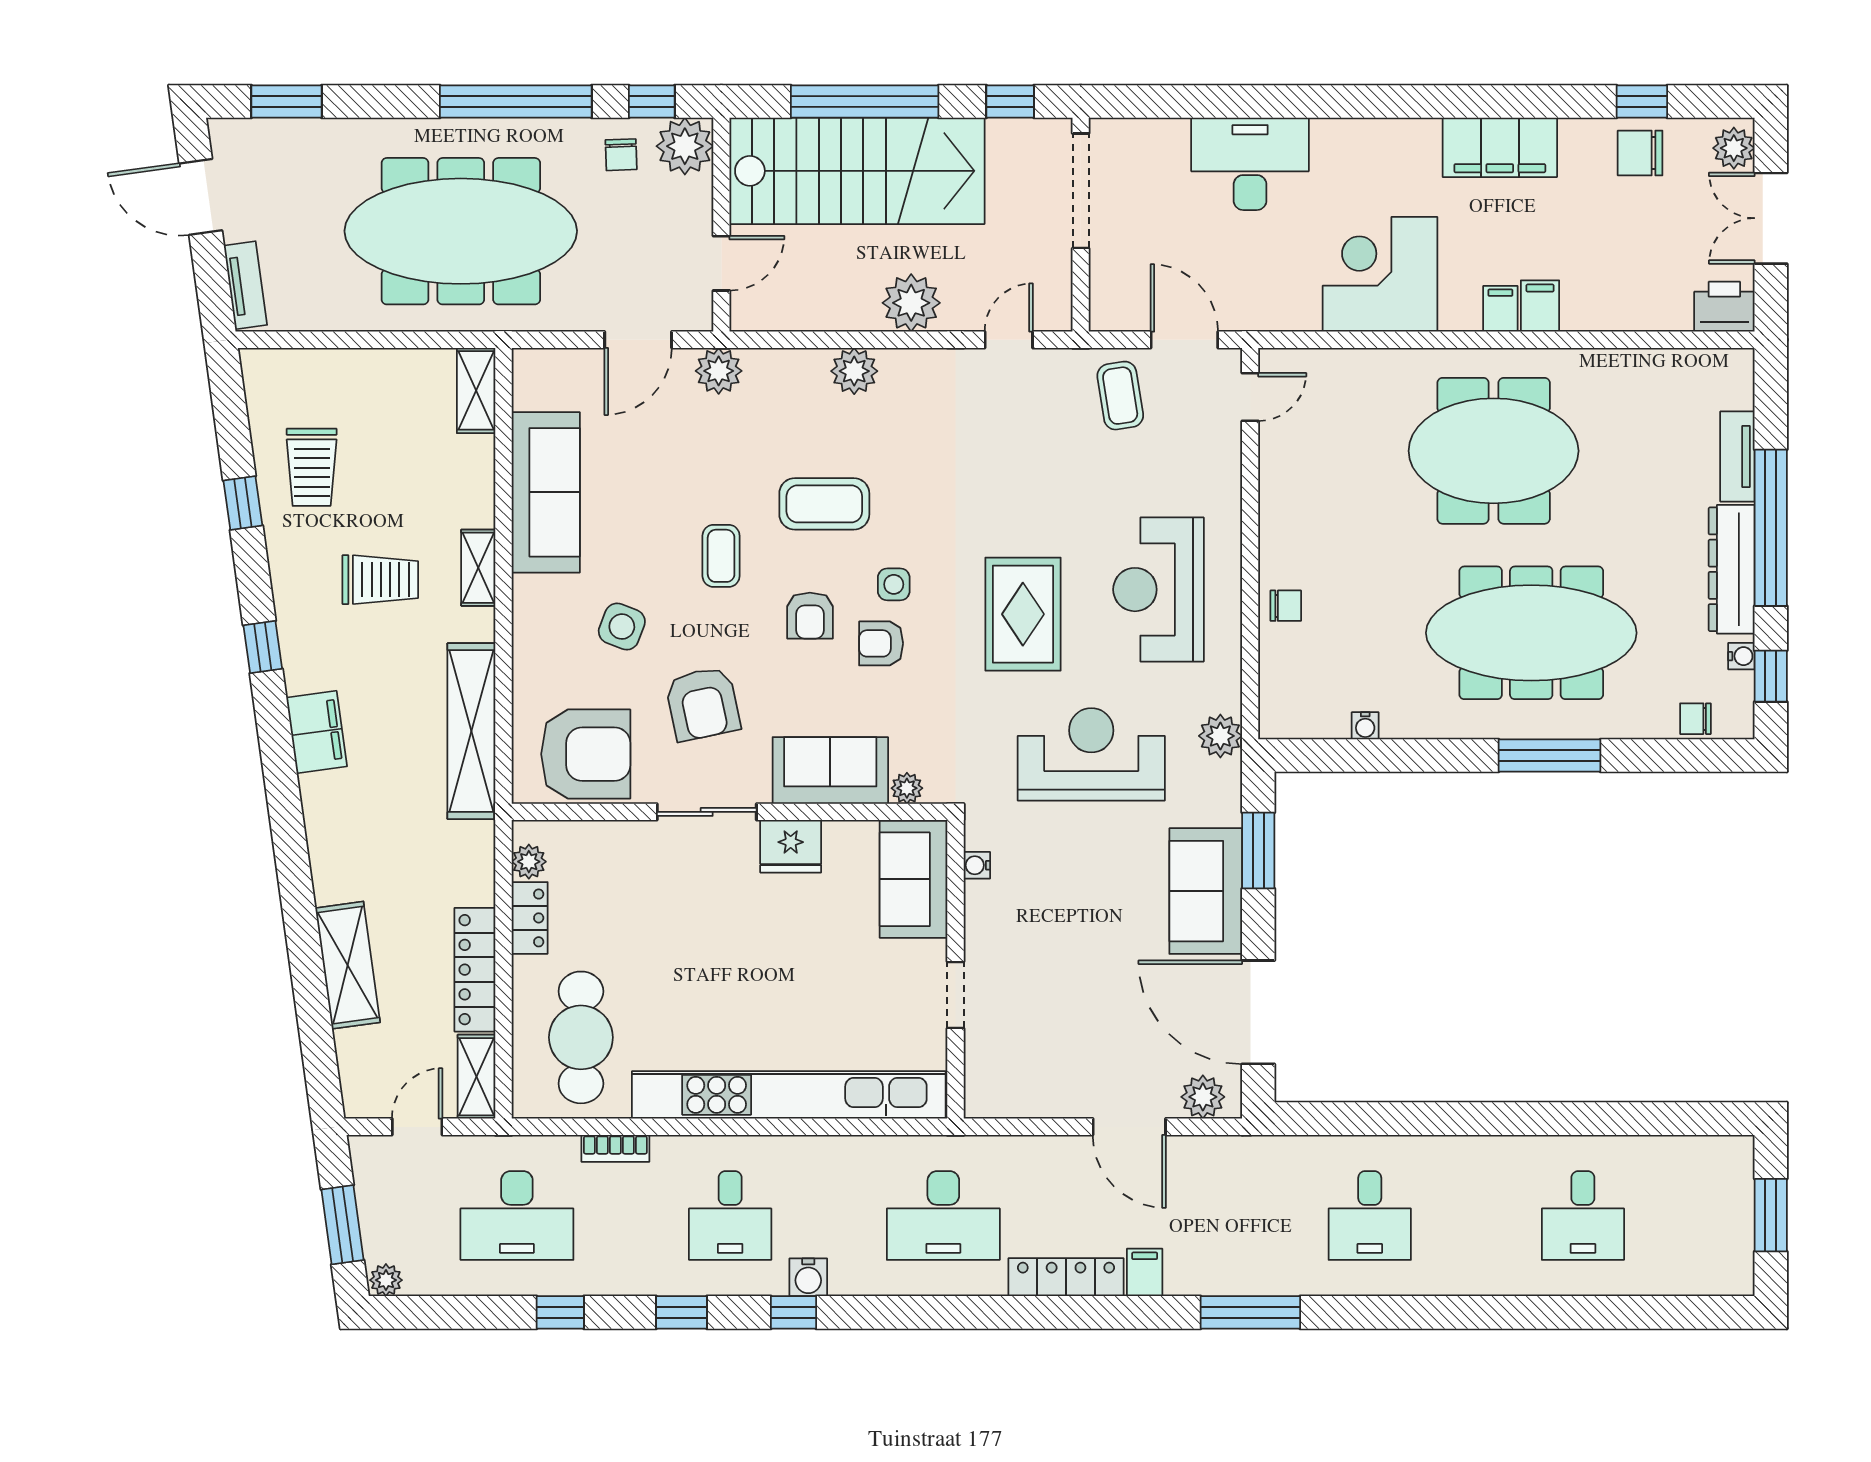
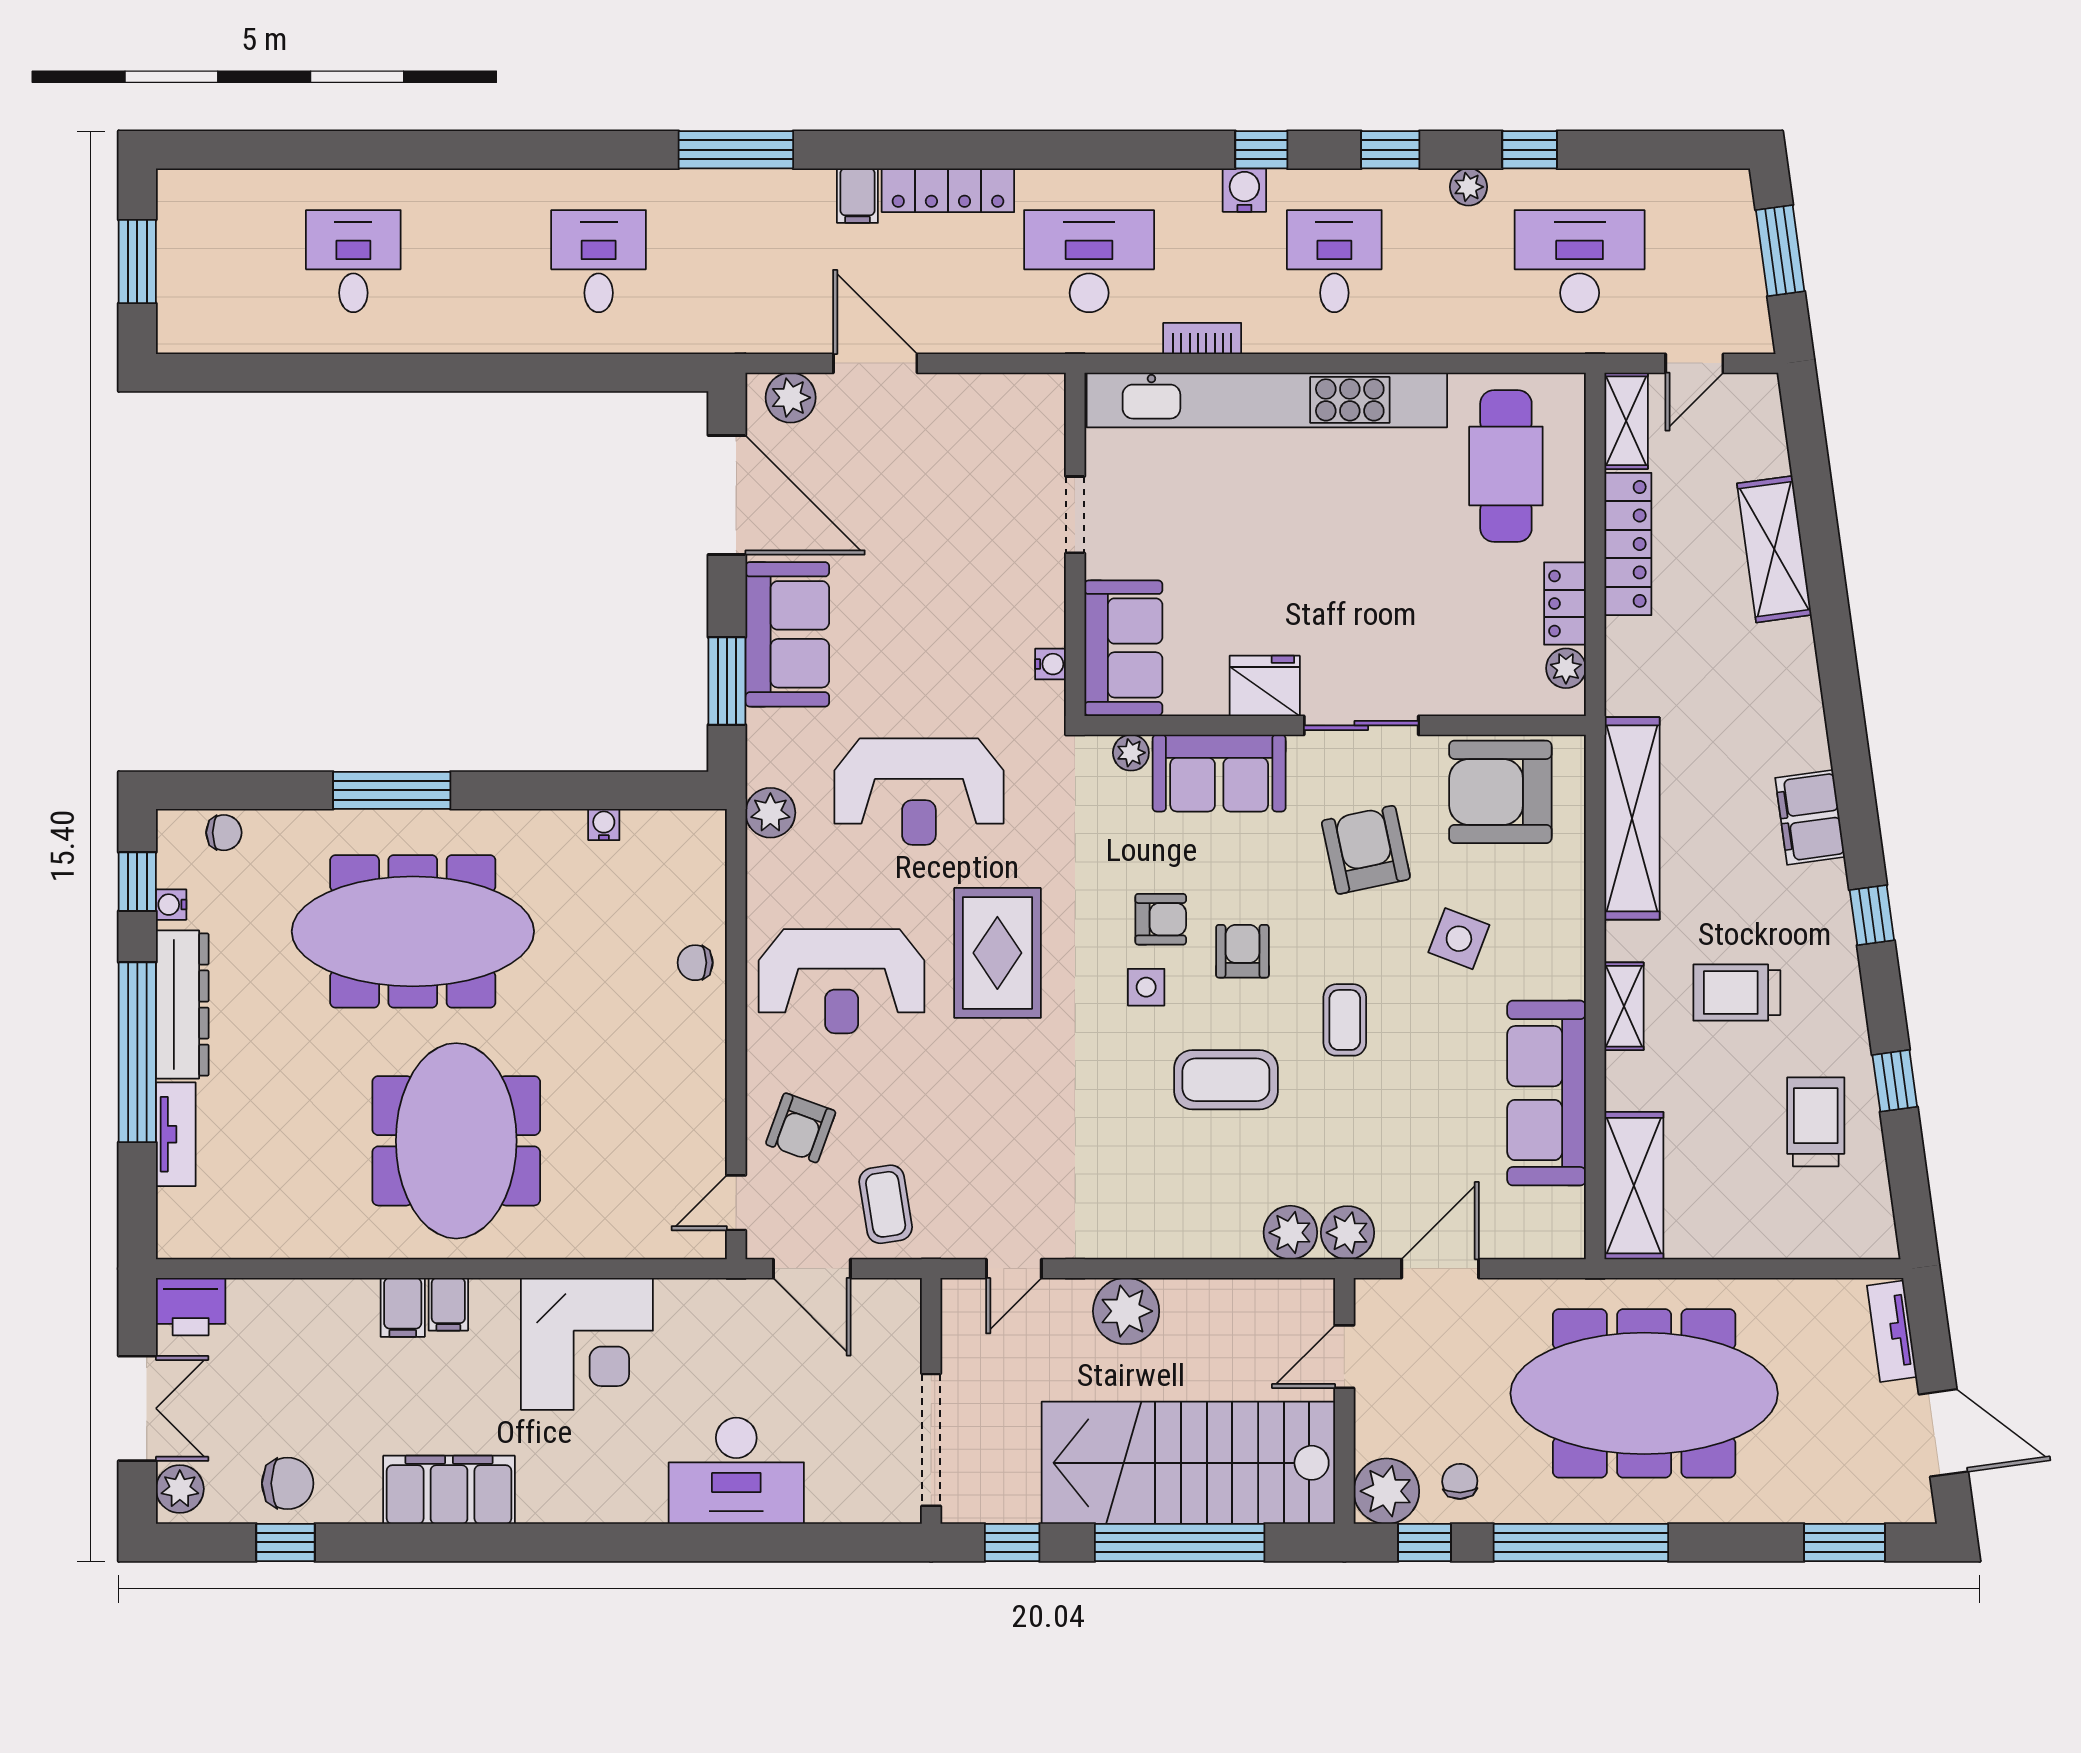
plant: (854, 371) -> (1290, 1233), moved
shelving: (476, 390) -> (1634, 1186), width x1.50, depth x1.33
meeting table: (1494, 451) -> (456, 1141), turned 90
armchair: (1194, 462) -> (801, 1128), added
reception desk: (1158, 590) -> (842, 981), turned 90
bookcase: (615, 1148) -> (1202, 338), moved
plant: (386, 1280) -> (1469, 187), moved

